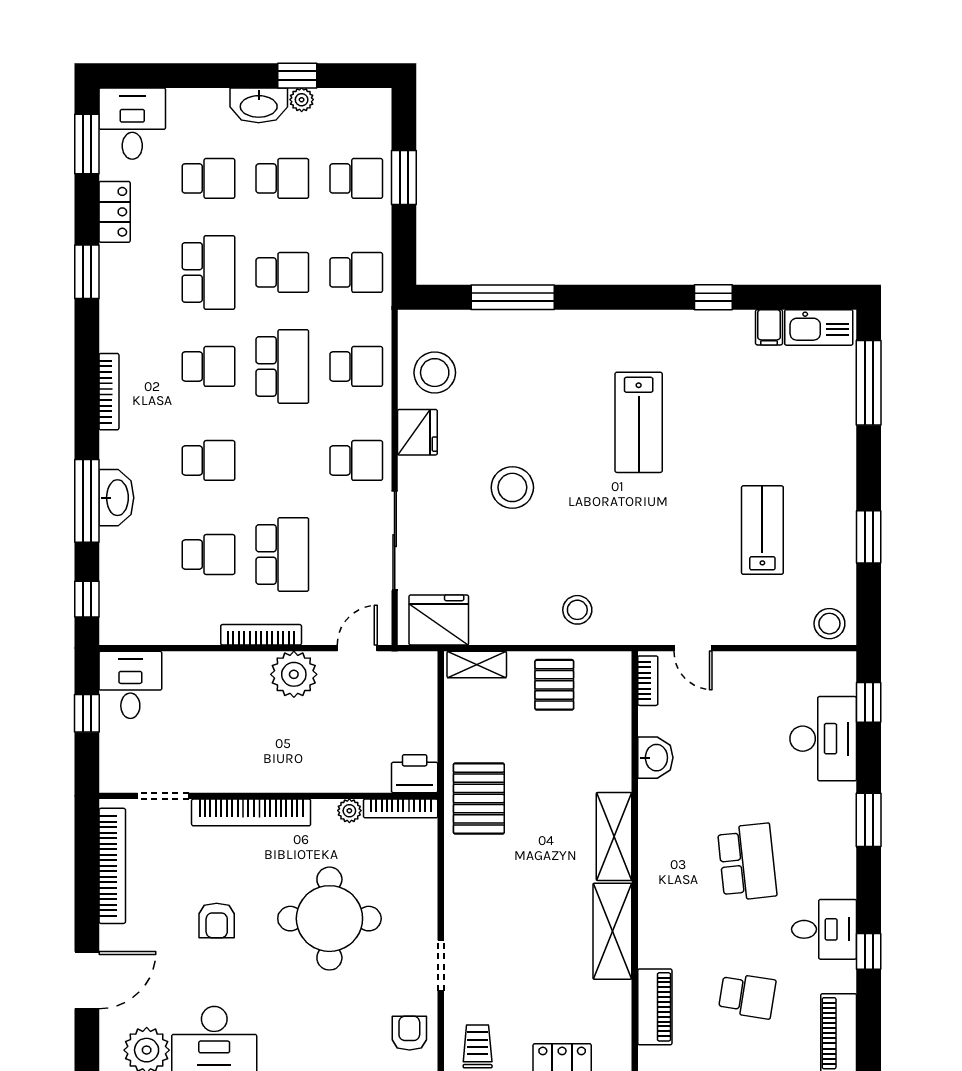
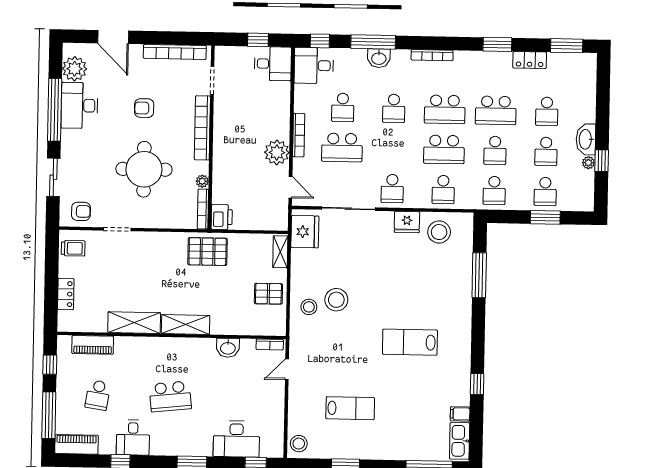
desk: (132, 124) -> (314, 66), moved, turned 180
school desk: (208, 366) -> (445, 109), width x1.85
stool: (512, 487) -> (336, 300), moved
washbasin: (116, 498) -> (379, 58), width x0.72

